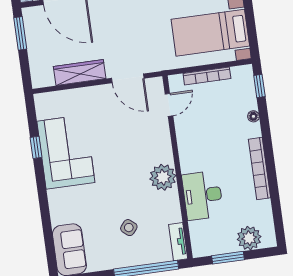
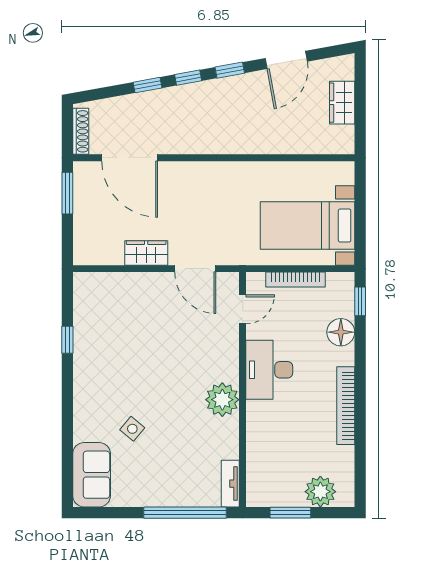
wardrobe: (80, 73) -> (146, 253), width x0.67
floor lamp: (253, 116) -> (341, 332), width x1.89, depth x1.89
corner sofa: (66, 152) -> (104, 351), removed
desk: (203, 195) -> (269, 370), moved
side table: (129, 228) -> (132, 429), moved

